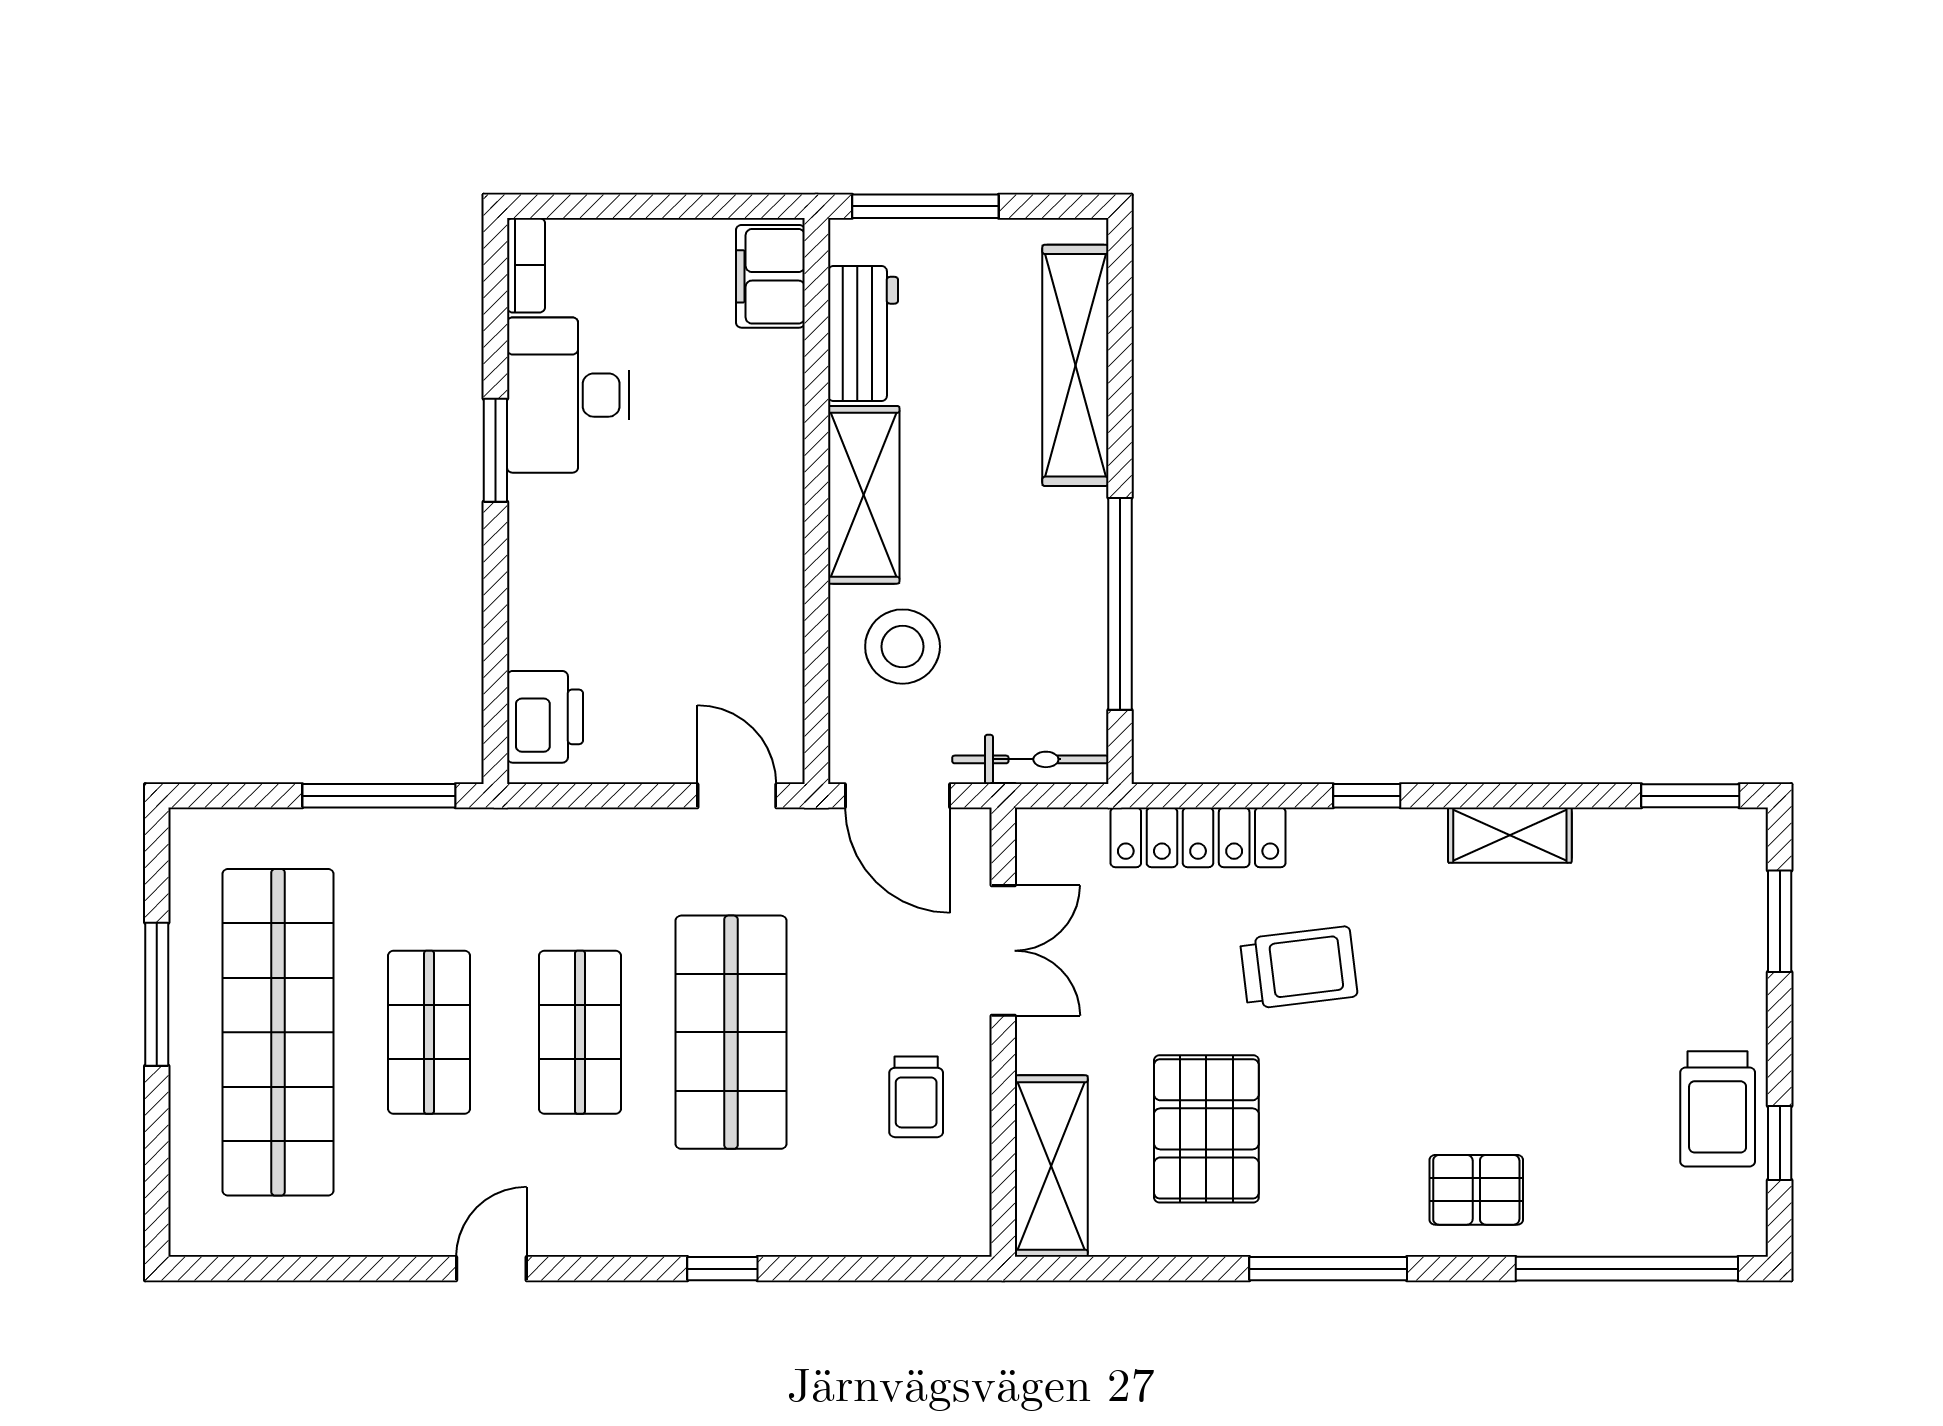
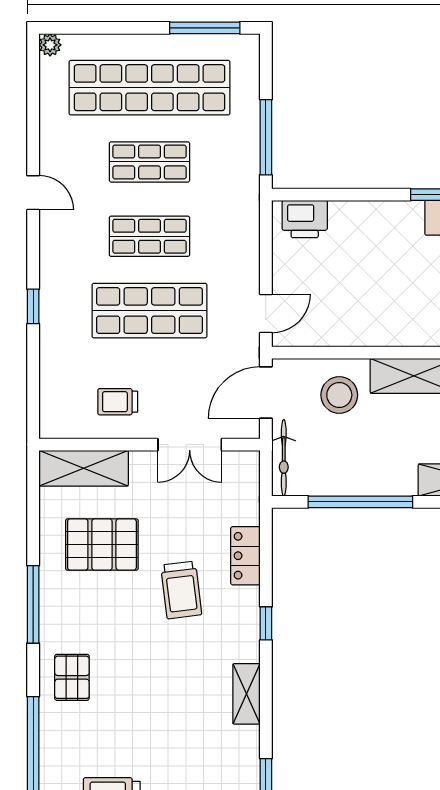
locker: (1198, 837) -> (245, 556), width x0.66
window: (157, 994) -> (205, 28), moved
plant: (191, 1234) -> (50, 45), added

